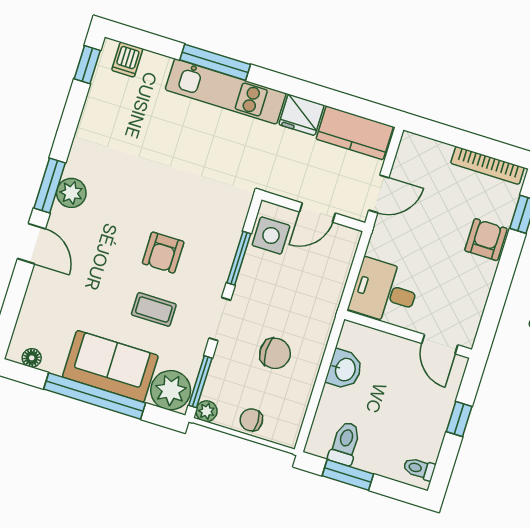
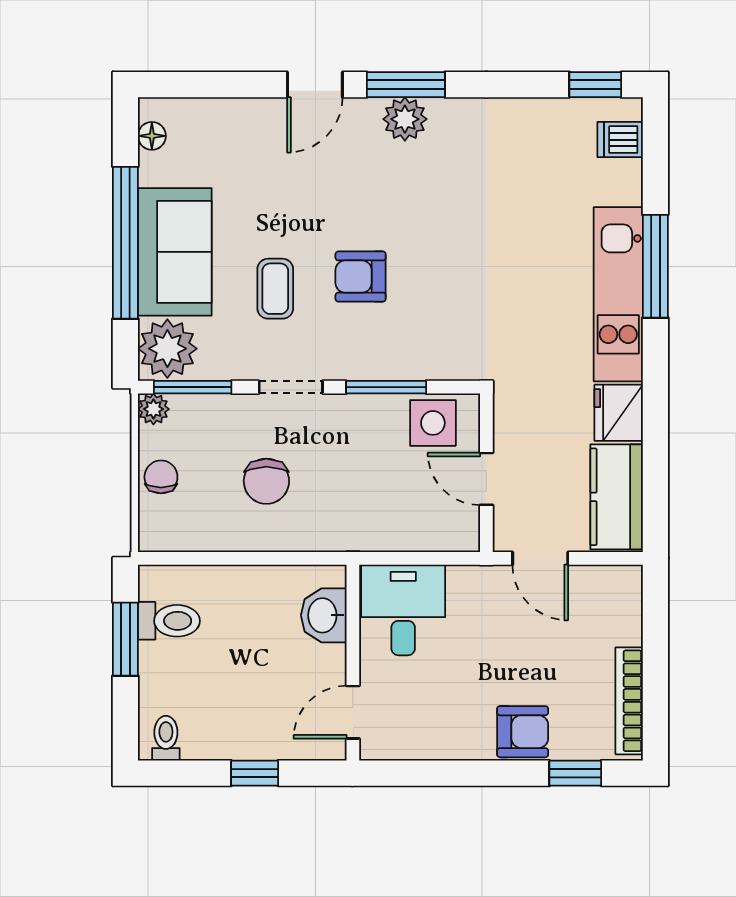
washbasin: (344, 369) -> (324, 615), moved, turned 90

